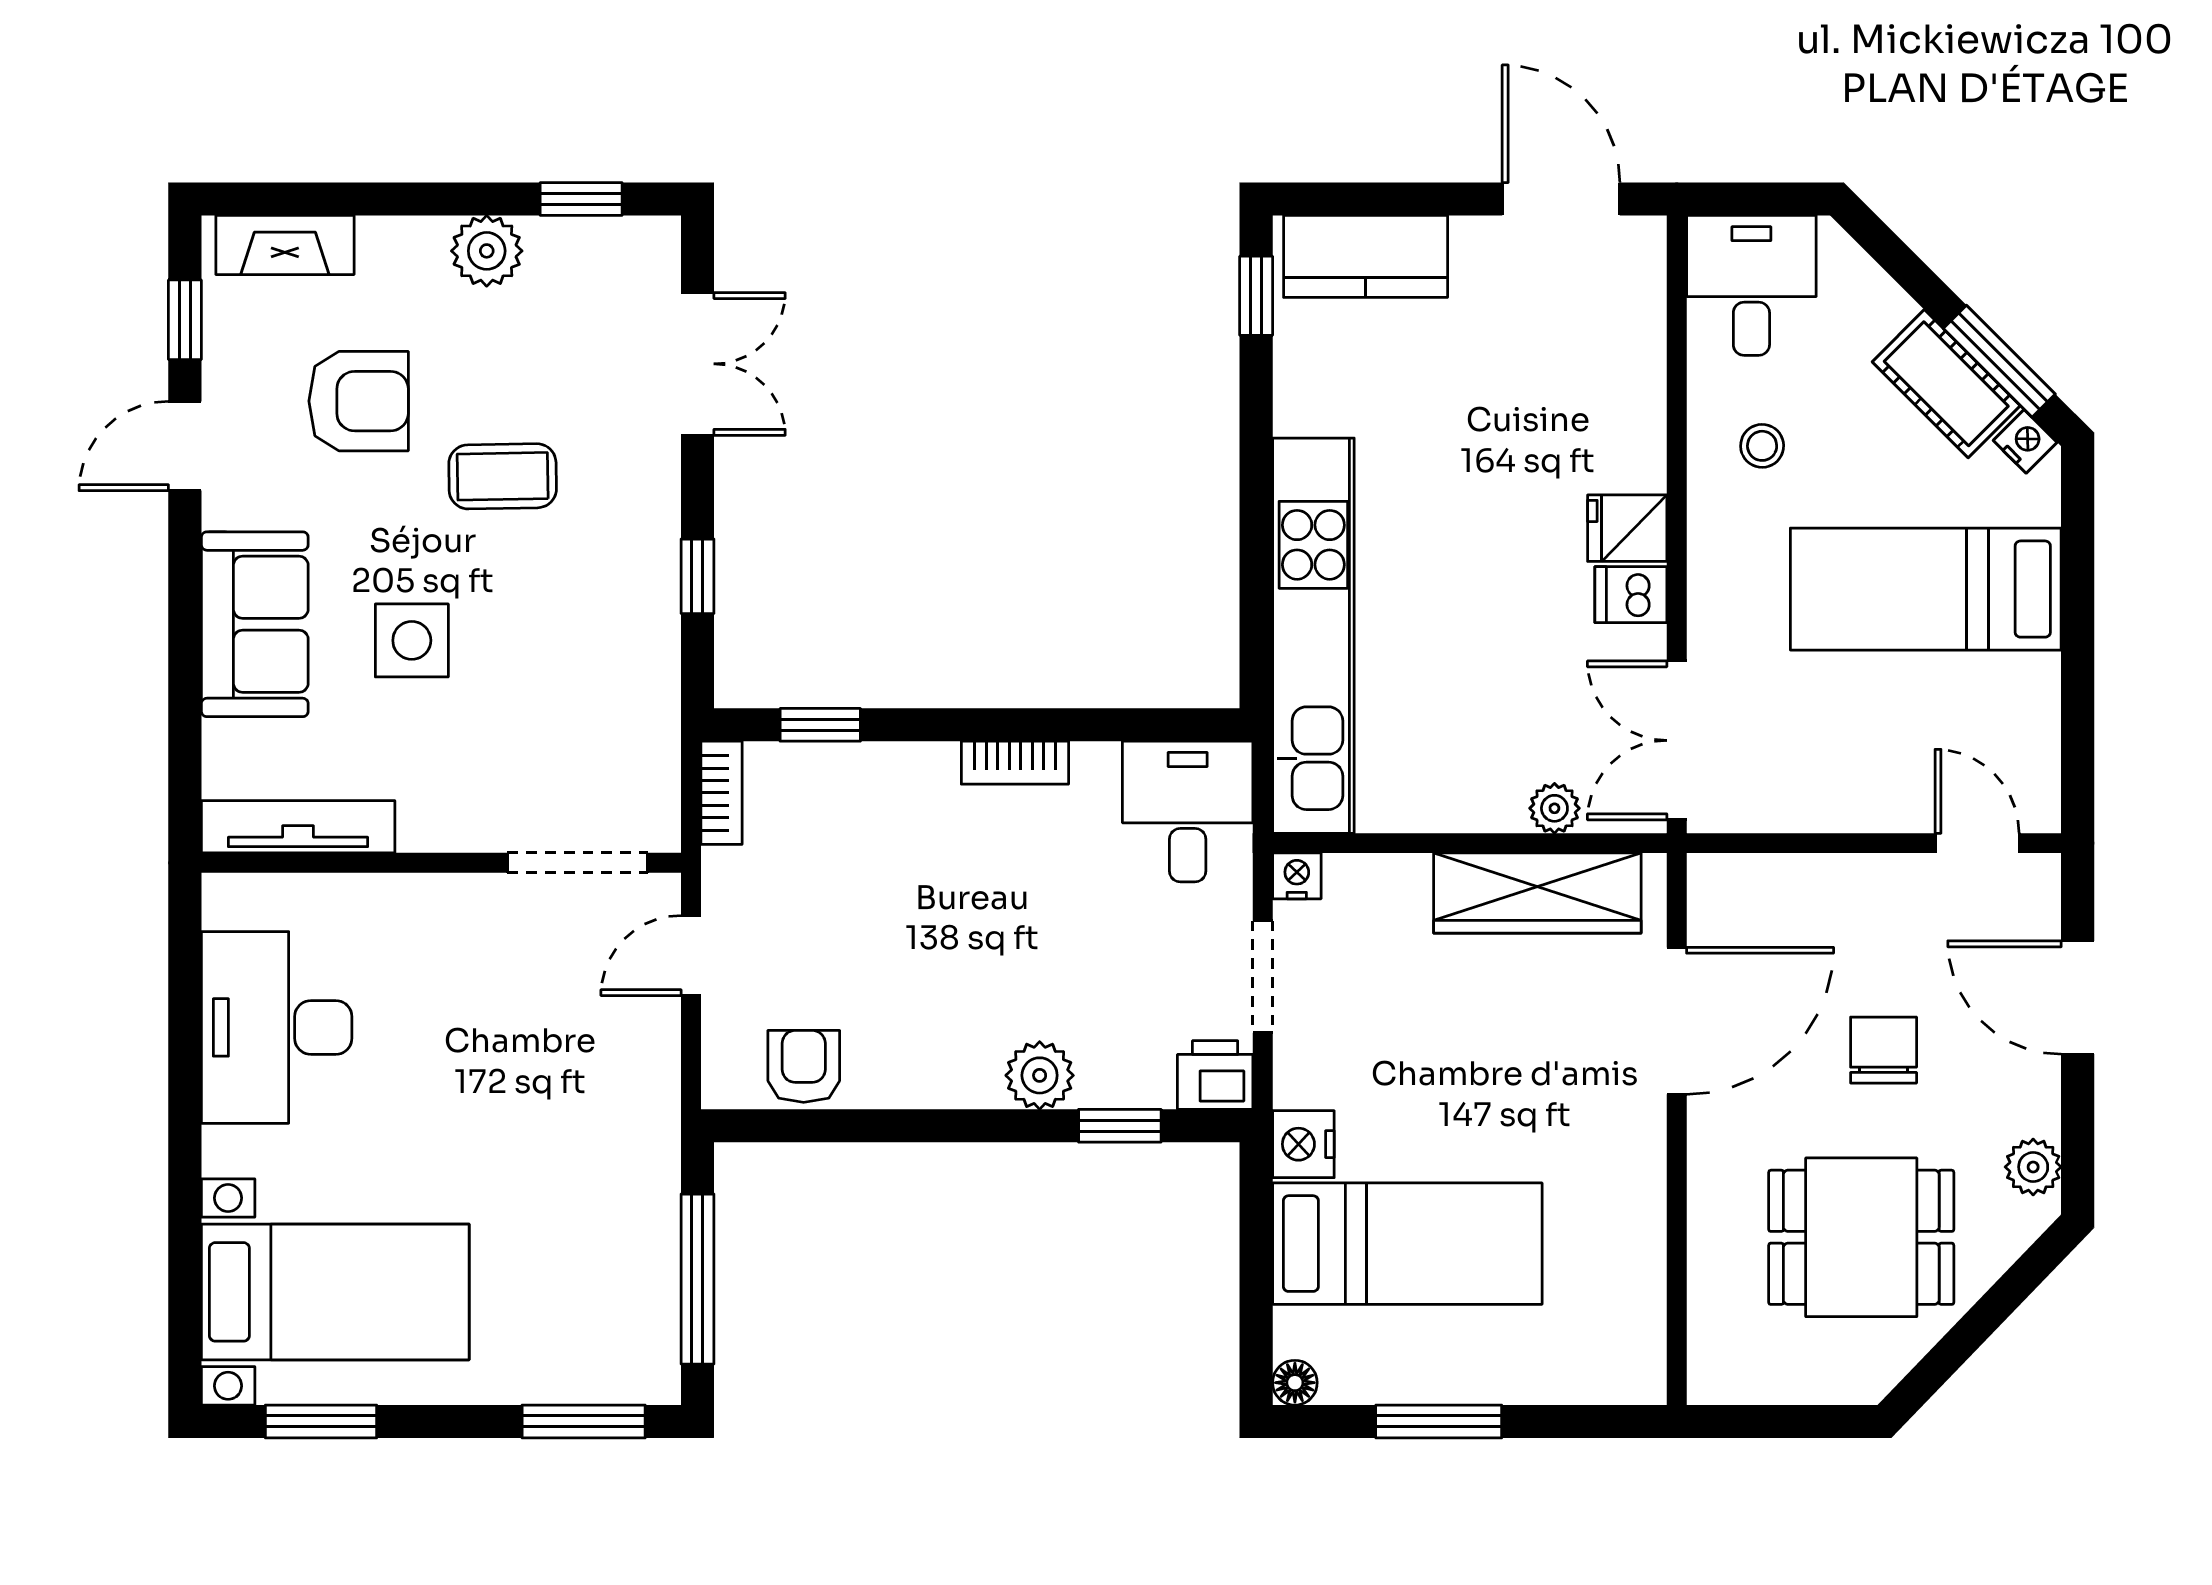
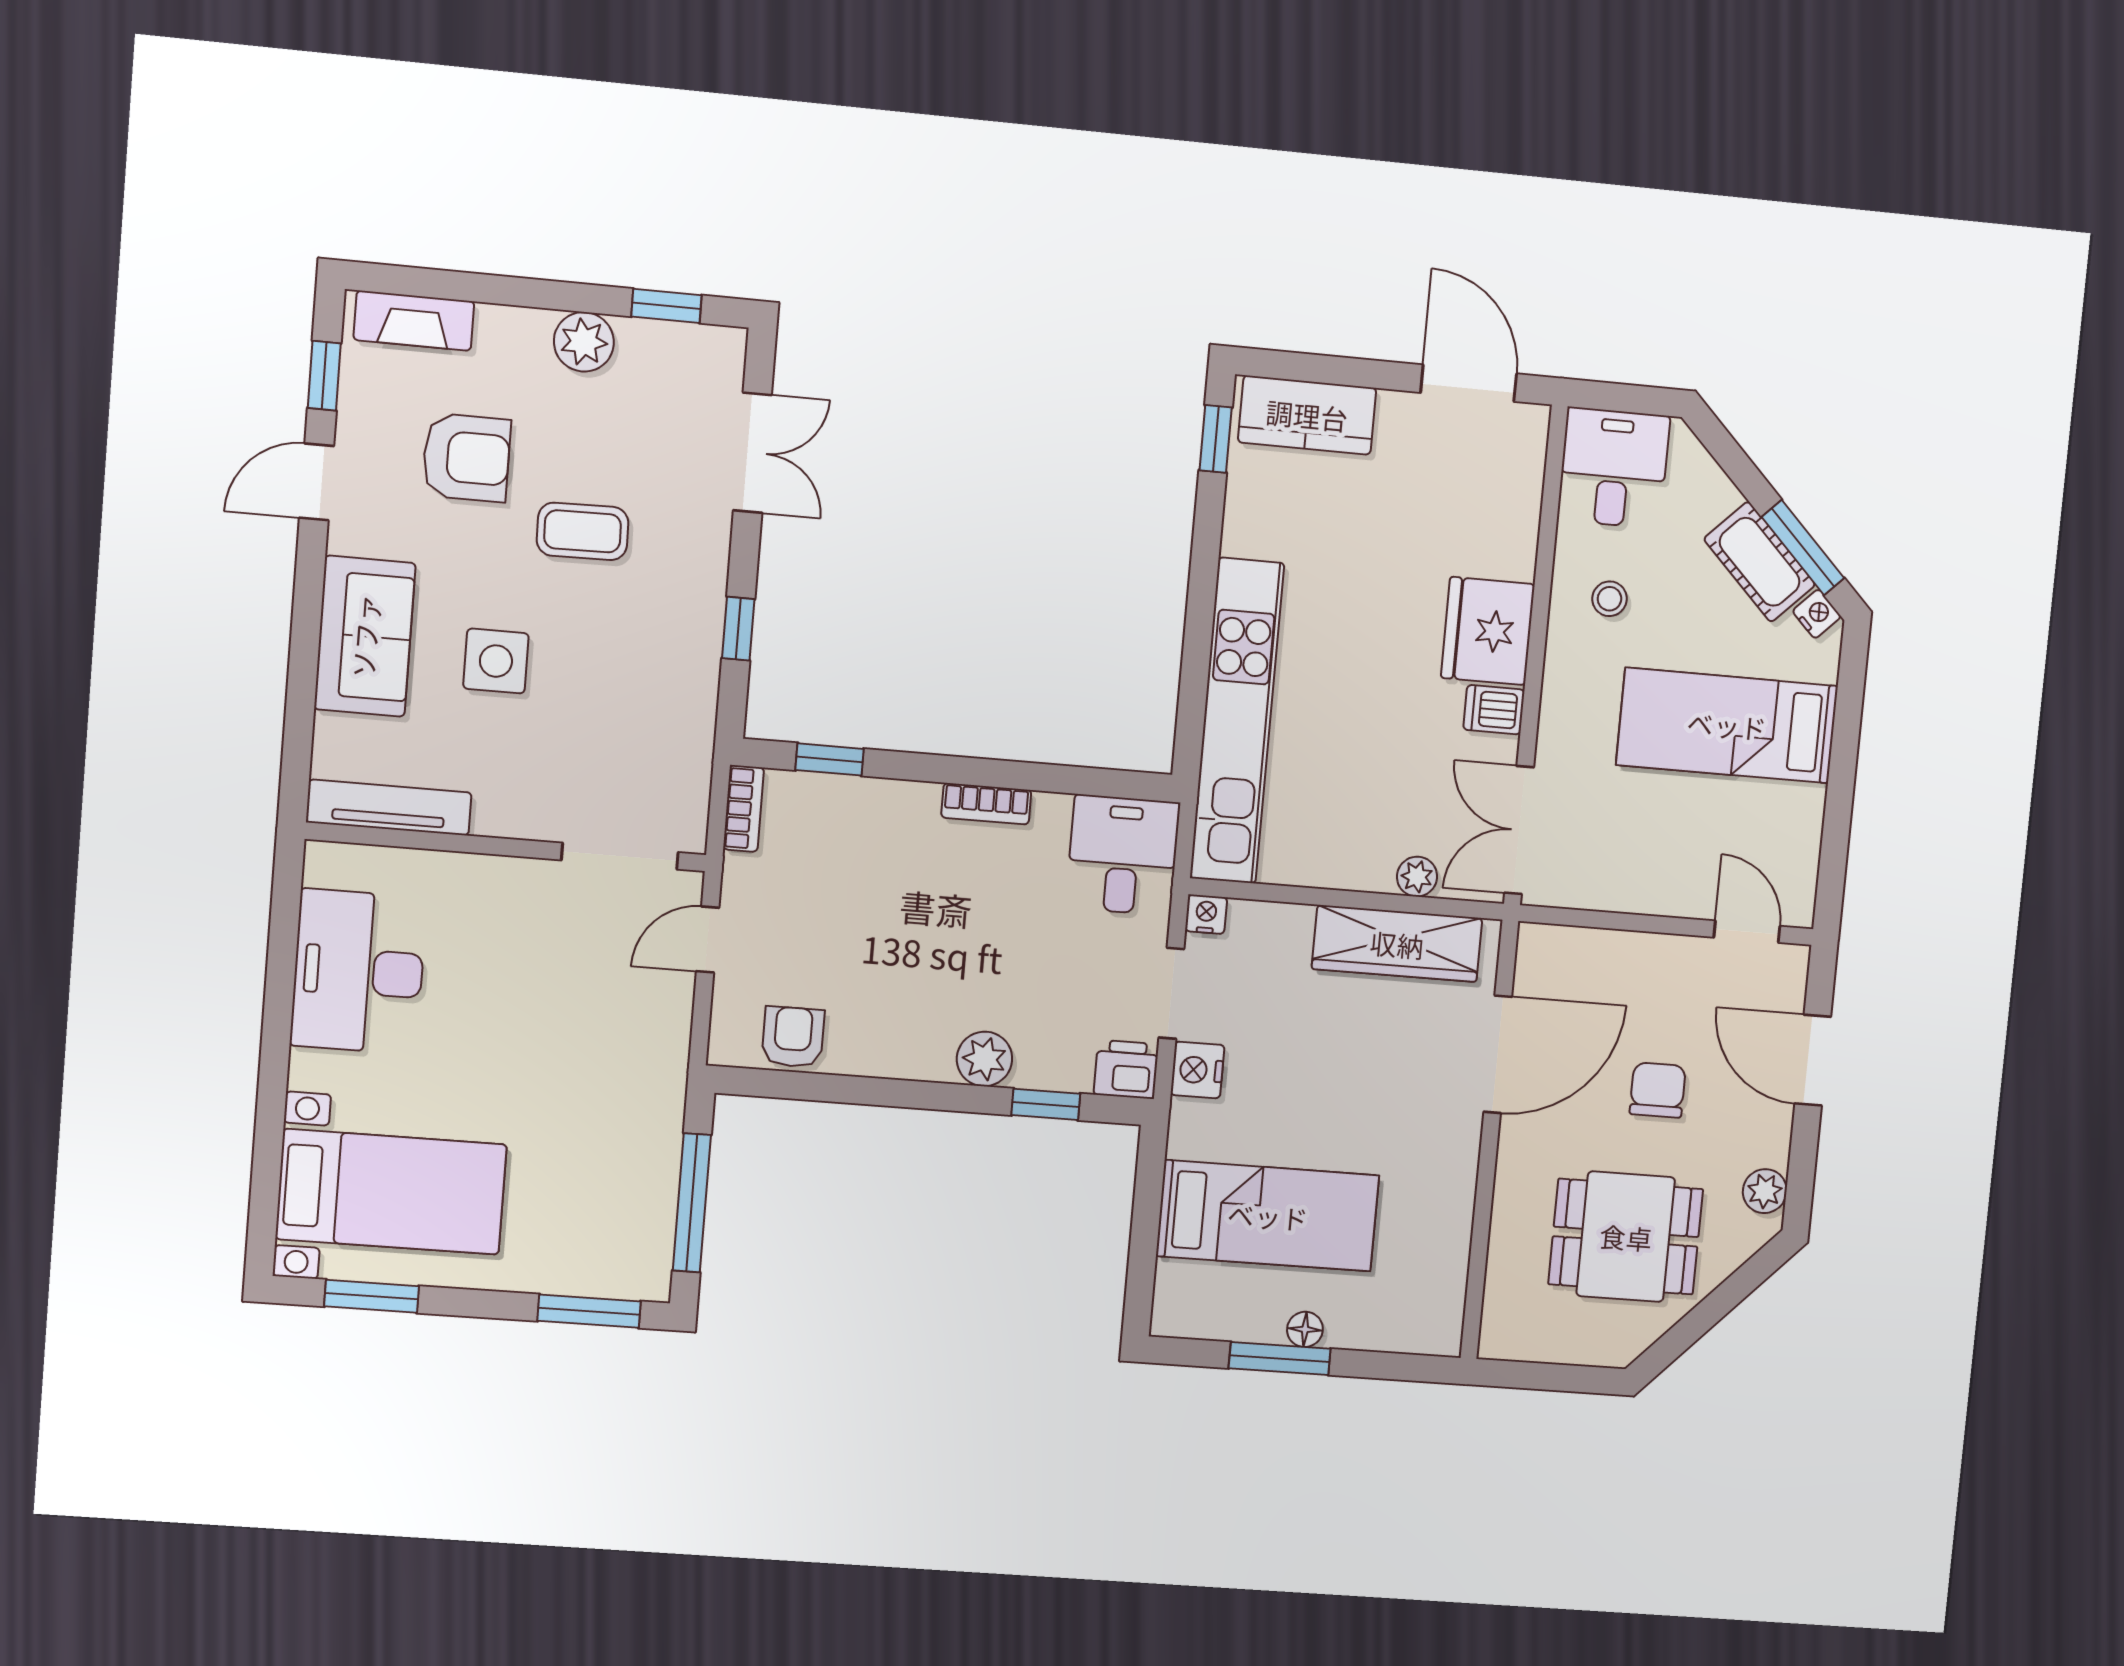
fridge: (1627, 528) -> (1488, 631), width x1.88, depth x1.34
nightstand: (1303, 1144) -> (1197, 1070), moved
floor lamp: (1295, 1383) -> (1305, 1329), moved

